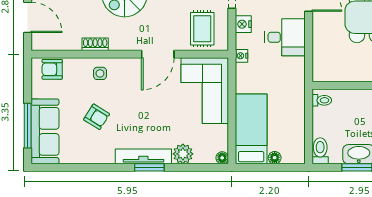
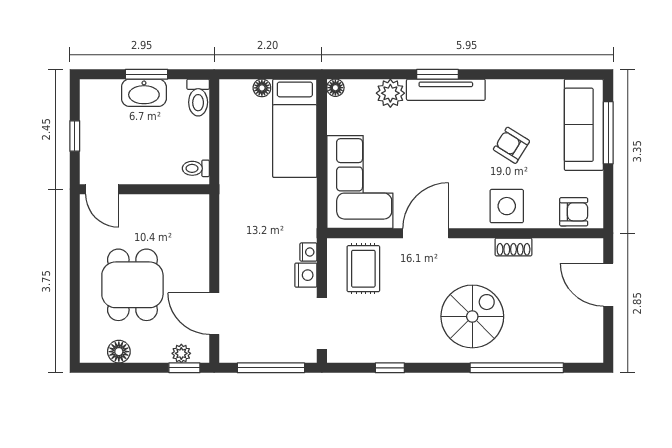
desk: (285, 37) -> (247, 257), removed
nightstand: (241, 56) -> (308, 252), moved
side table: (100, 73) -> (507, 206), width x1.87, depth x1.87

